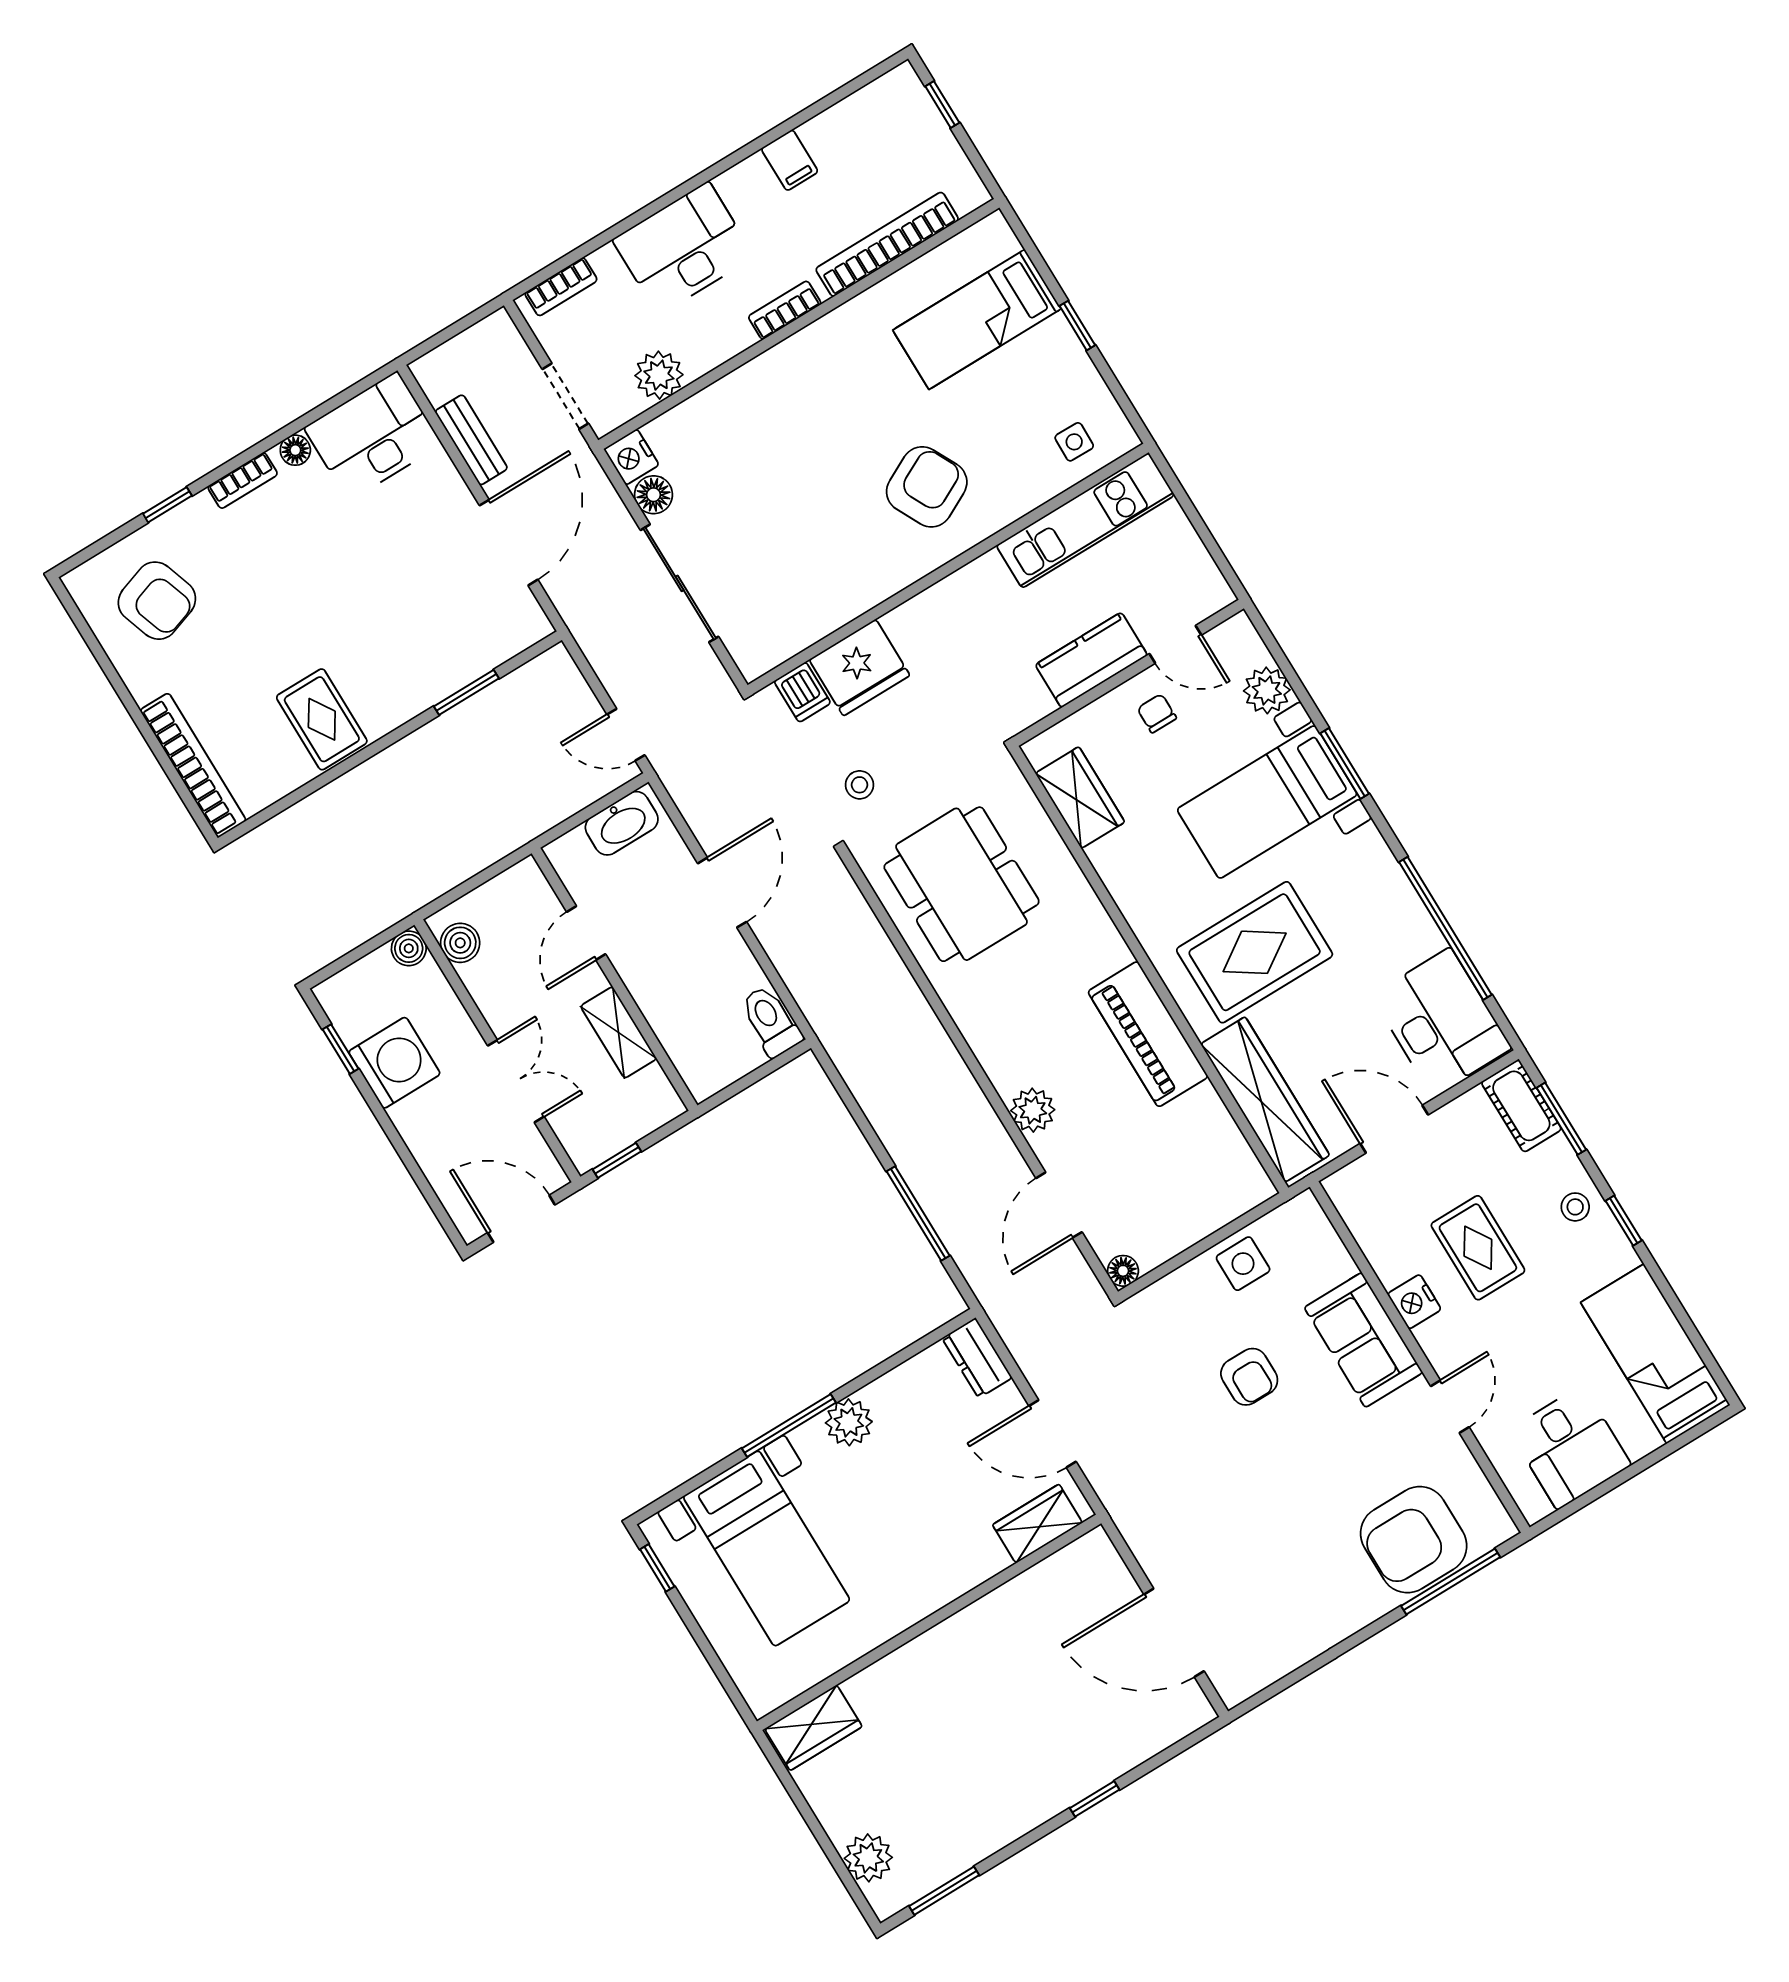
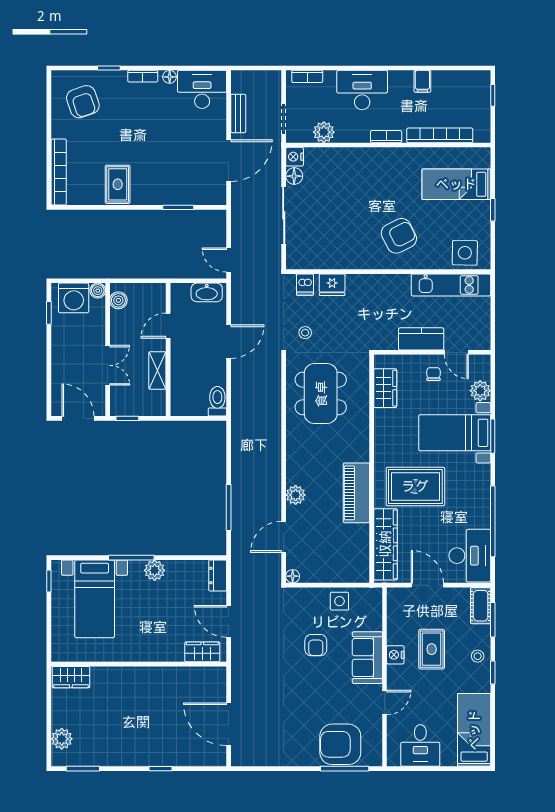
side table: (1074, 442) -> (465, 253), width x1.87, depth x1.87
fridge: (859, 668) -> (332, 285), width x0.73, depth x0.75
washing machine: (394, 1063) -> (74, 298), moved, turned 90

